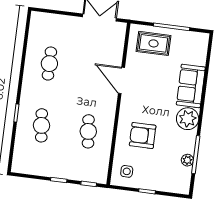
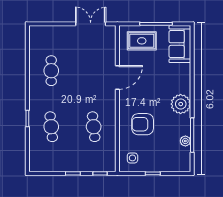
door: (121, 80) -> (117, 77), swing flipped
sofa: (191, 86) -> (180, 44), moved

